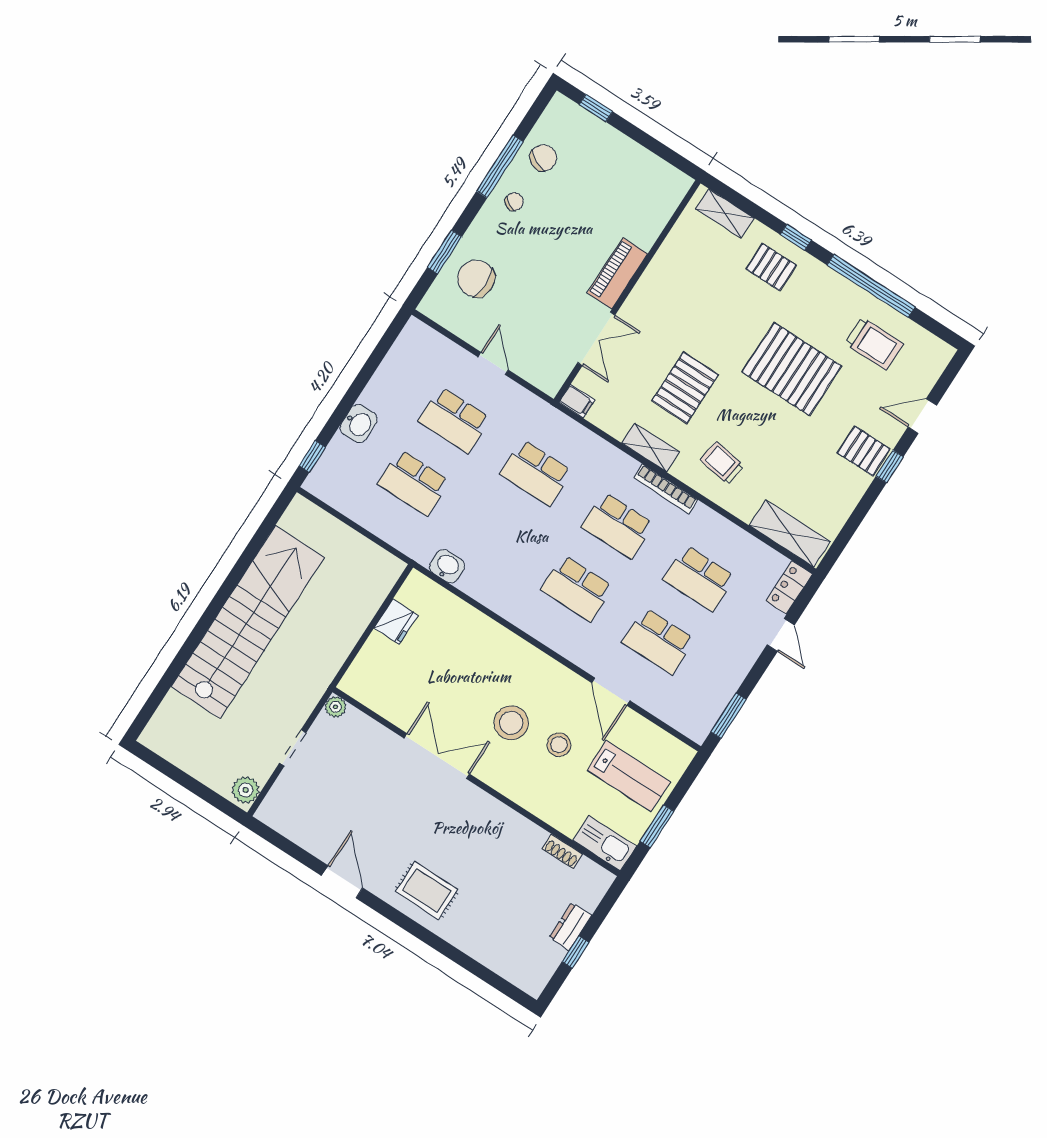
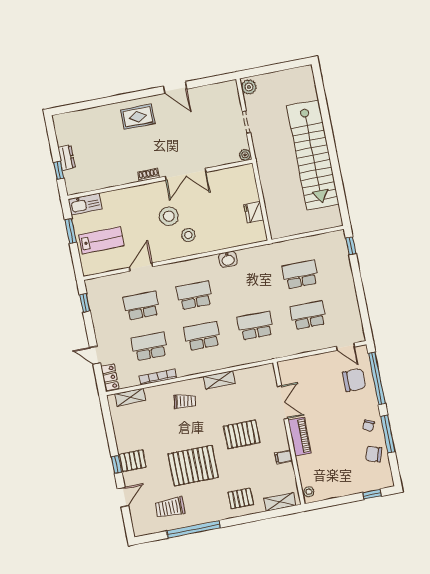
chair: (543, 158) -> (374, 454), turned 81
stool: (675, 190) -> (309, 492), added
window: (796, 237) -> (242, 520), removed
window: (445, 252) -> (377, 378), width x2.11
double door: (596, 339) -> (283, 402), swing flipped
door: (493, 364) -> (345, 347), moved
pallet: (685, 388) -> (242, 434), moved, turned 90
filing cabinet: (577, 401) -> (284, 457), moved
washbasin: (359, 424) -> (345, 277), removed
bookcase: (666, 489) -> (158, 377), moved
shelving: (790, 533) -> (130, 397), width x0.67, depth x0.75
washbasin: (447, 566) -> (228, 259), moved
door: (611, 692) -> (141, 267), hinge flipped
window: (728, 716) -> (85, 303), width x0.67
stool: (559, 745) -> (188, 235), moved
lab bench: (629, 776) -> (101, 240), turned 180
shoe rack: (562, 851) -> (148, 175), moved
window: (575, 952) -> (59, 170), moved

